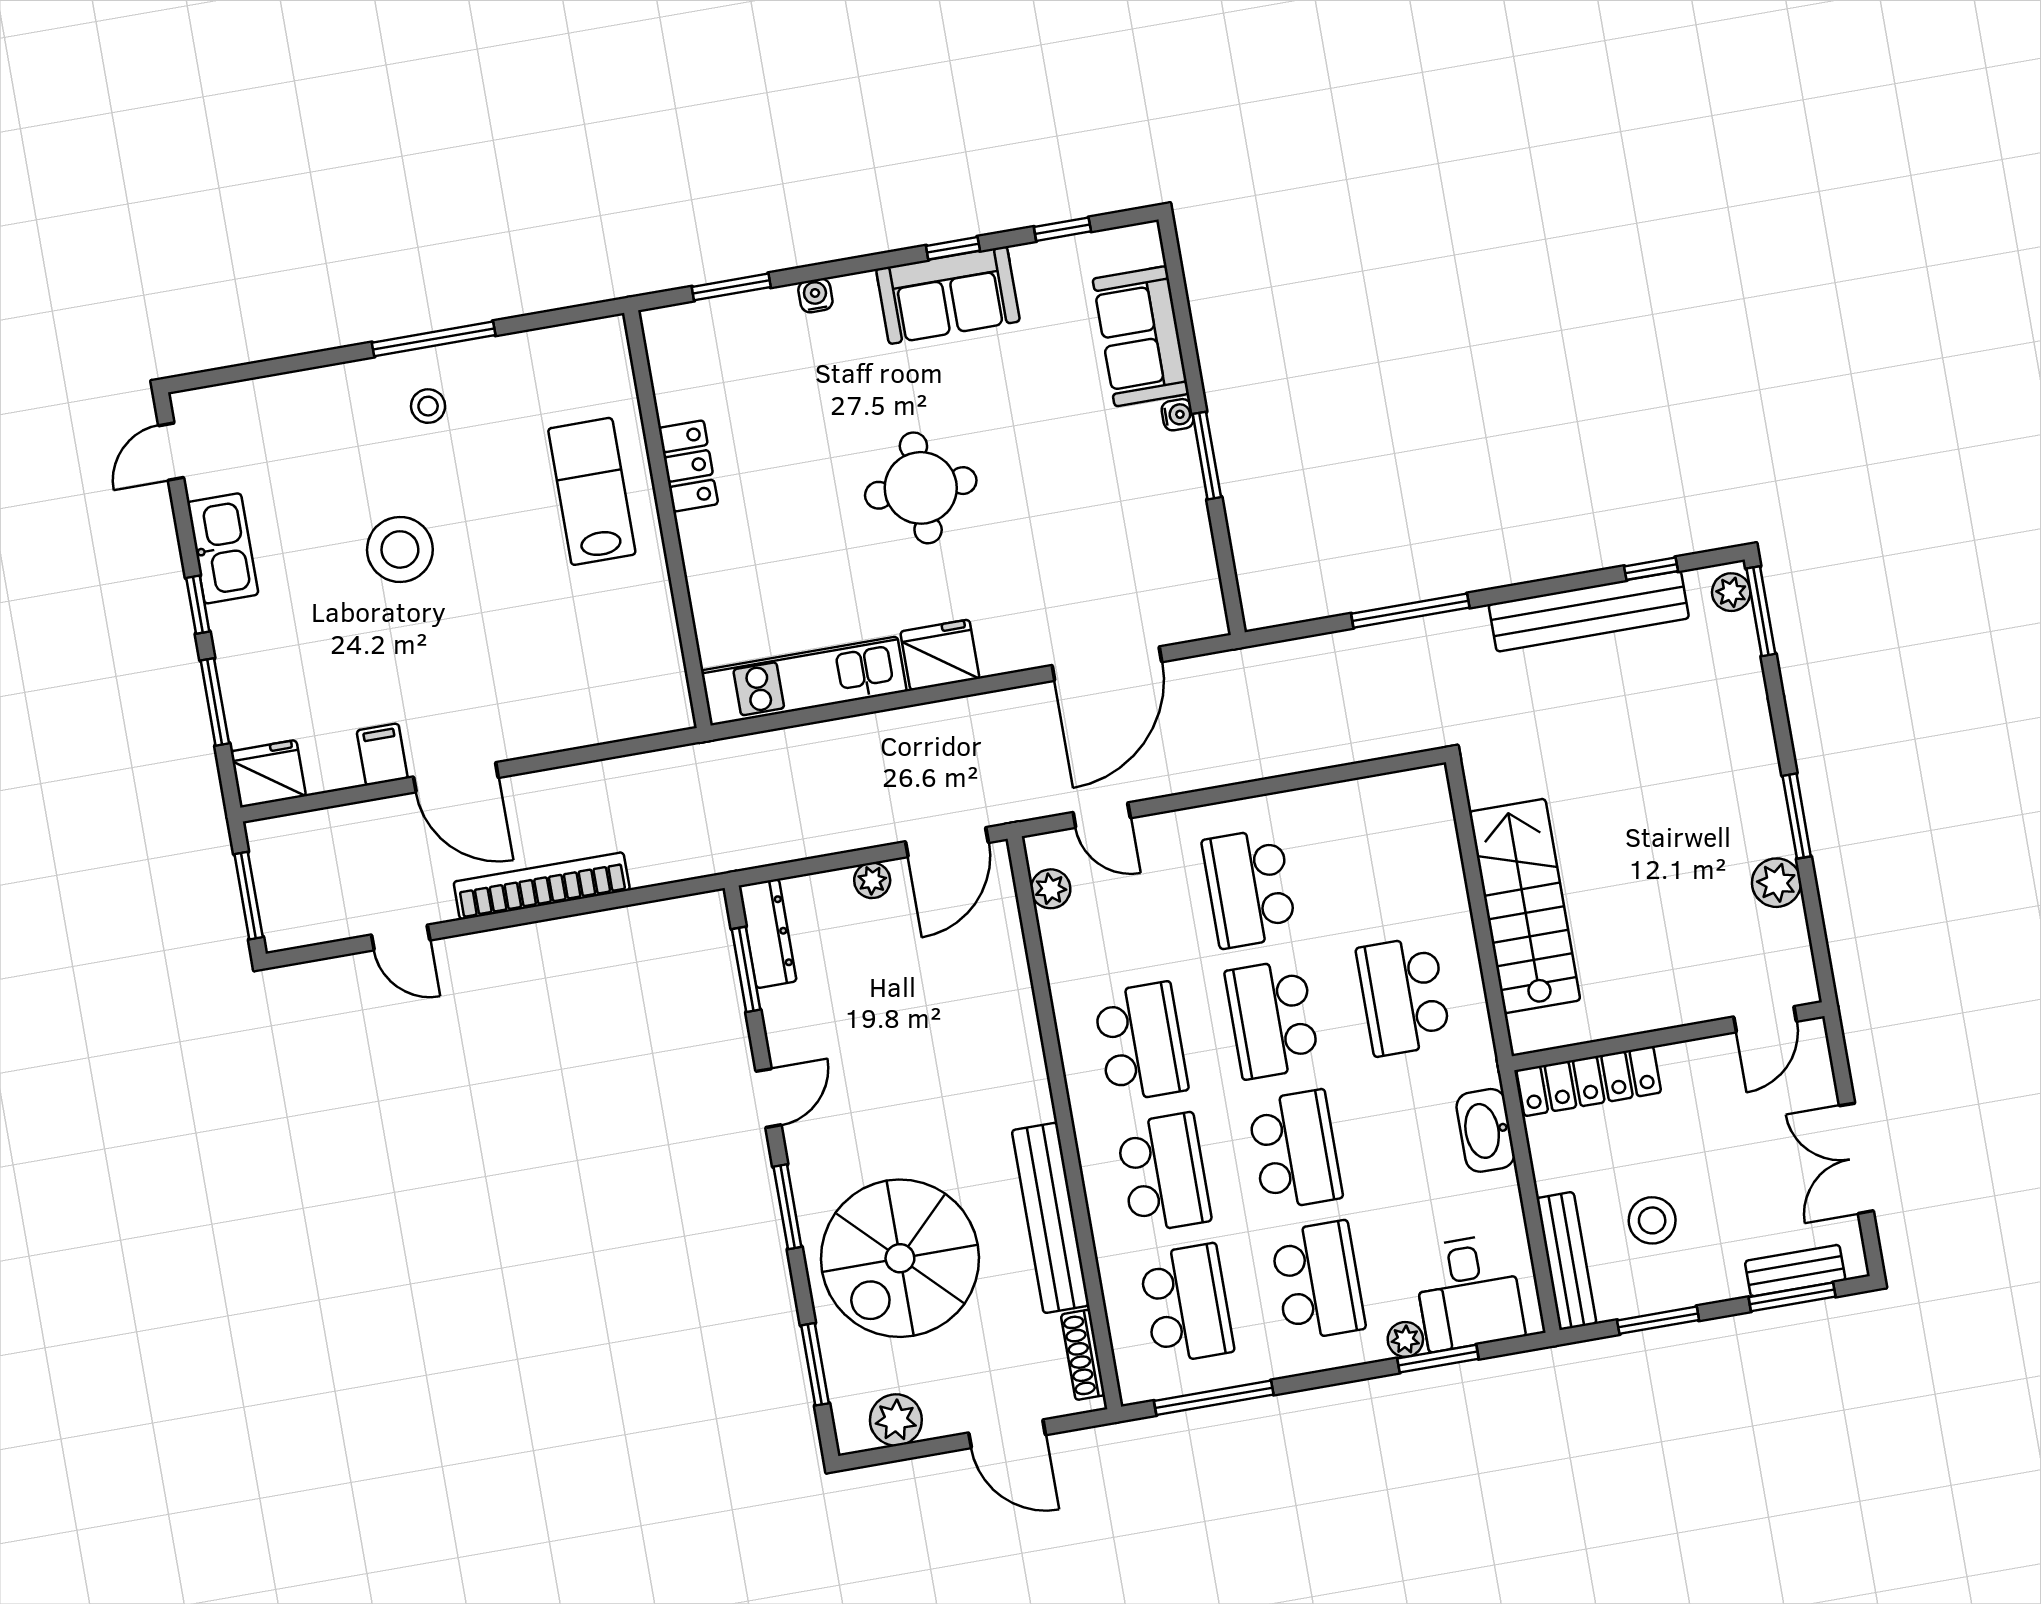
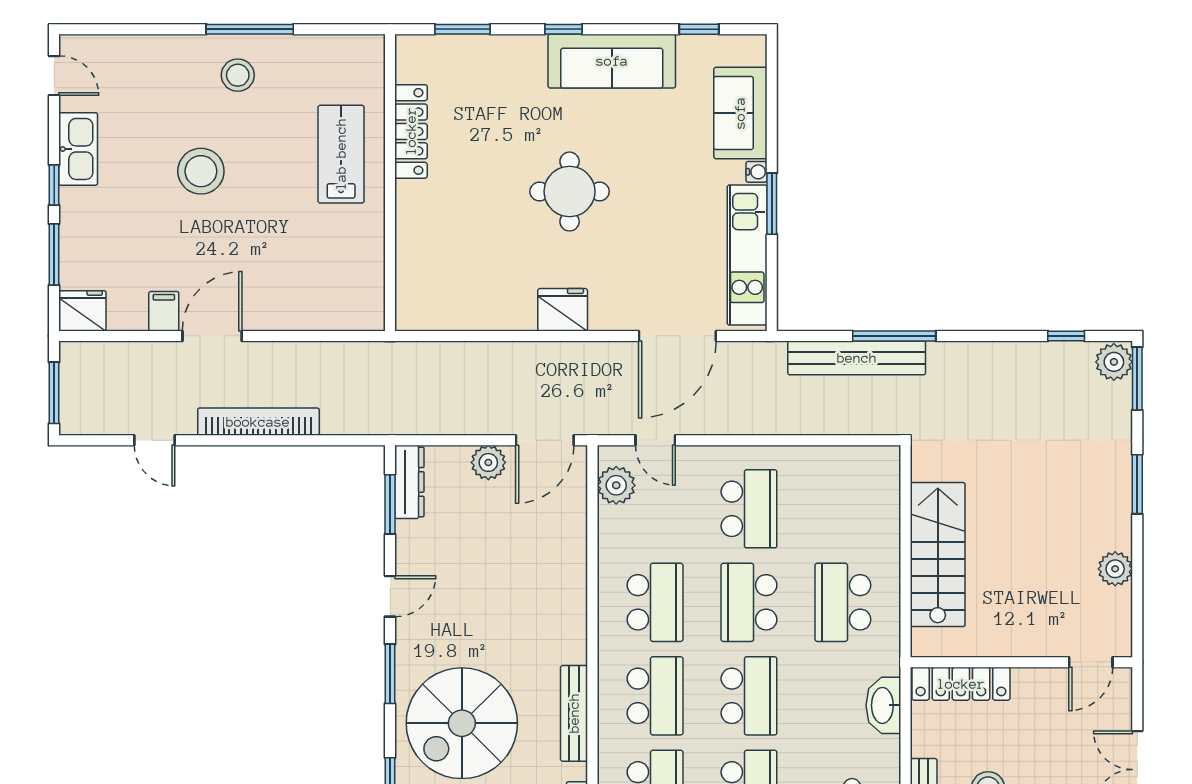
window: (953, 248) -> (563, 29), moved
water cooler: (815, 295) -> (520, 45), removed
sofa: (948, 295) -> (612, 61), width x1.36
stool: (428, 406) -> (238, 75), width x1.37, depth x1.37
door: (171, 452) -> (54, 76), swing flipped
locker: (688, 466) -> (411, 131), width x1.53
plant: (1731, 592) -> (1114, 362), width x1.38, depth x1.38
bench: (1589, 611) -> (857, 358), moved
kitchen unit: (804, 681) -> (747, 255), moved, turned -90
door: (456, 777) -> (212, 336), swing flipped
window: (1797, 816) -> (1137, 484), moved
plant: (872, 880) -> (488, 462), width x1.38, depth x1.38
school desk: (1249, 888) -> (749, 509), turned 180
plant: (1051, 889) -> (616, 485), width x1.38, depth x1.38
bench: (1051, 1218) -> (574, 713), width x0.73, depth x0.82

